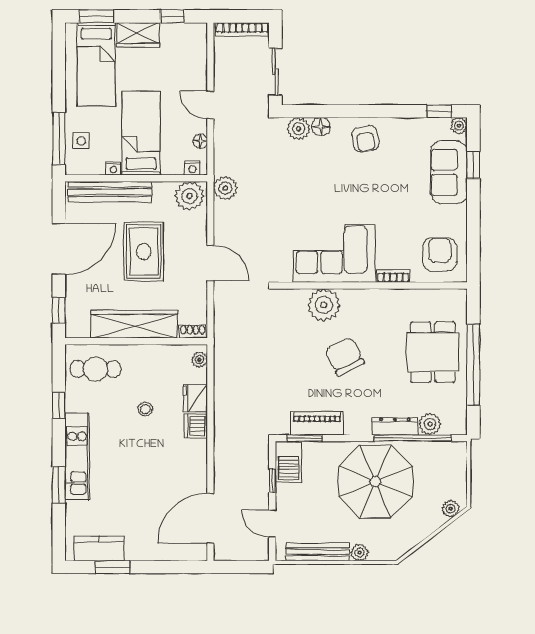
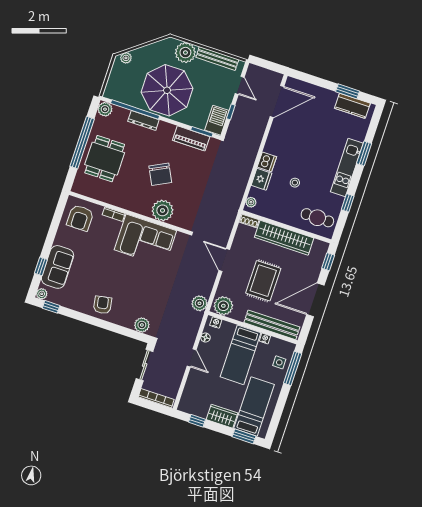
floor lamp: (321, 127) -> (128, 322), removed
plant: (430, 424) -> (105, 109), moved
plant: (359, 552) -> (185, 53), width x1.87, depth x1.87

